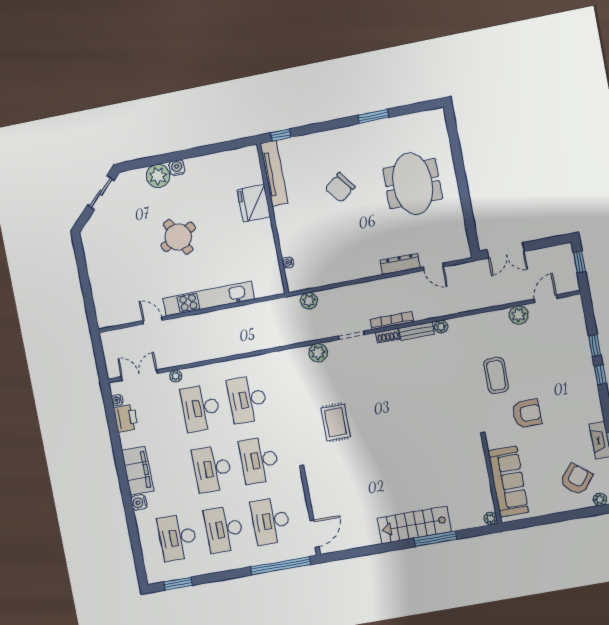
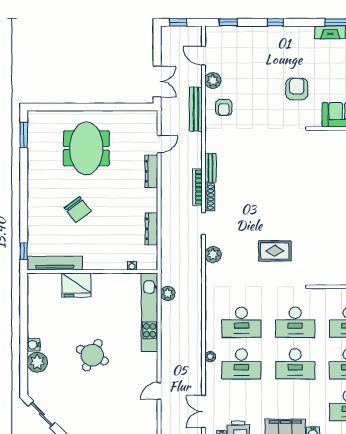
window: (373, 116) -> (24, 135), moved
meeting table: (413, 184) -> (86, 148), turned 90
round table: (178, 237) -> (92, 355), turned -37
dresser: (334, 277) -> (151, 229), added
kitchen unit: (209, 299) -> (150, 312), moved
plant: (309, 301) -> (168, 294), moved
bench: (482, 302) -> (196, 109), added
plant: (441, 327) -> (211, 147), removed
armchair: (490, 334) -> (224, 107), added
shoe rack: (388, 336) -> (210, 197), width x1.43
window: (595, 345) -> (228, 22), moved
coffee table: (496, 375) -> (260, 108), removed
plant: (176, 376) -> (210, 357), moved

